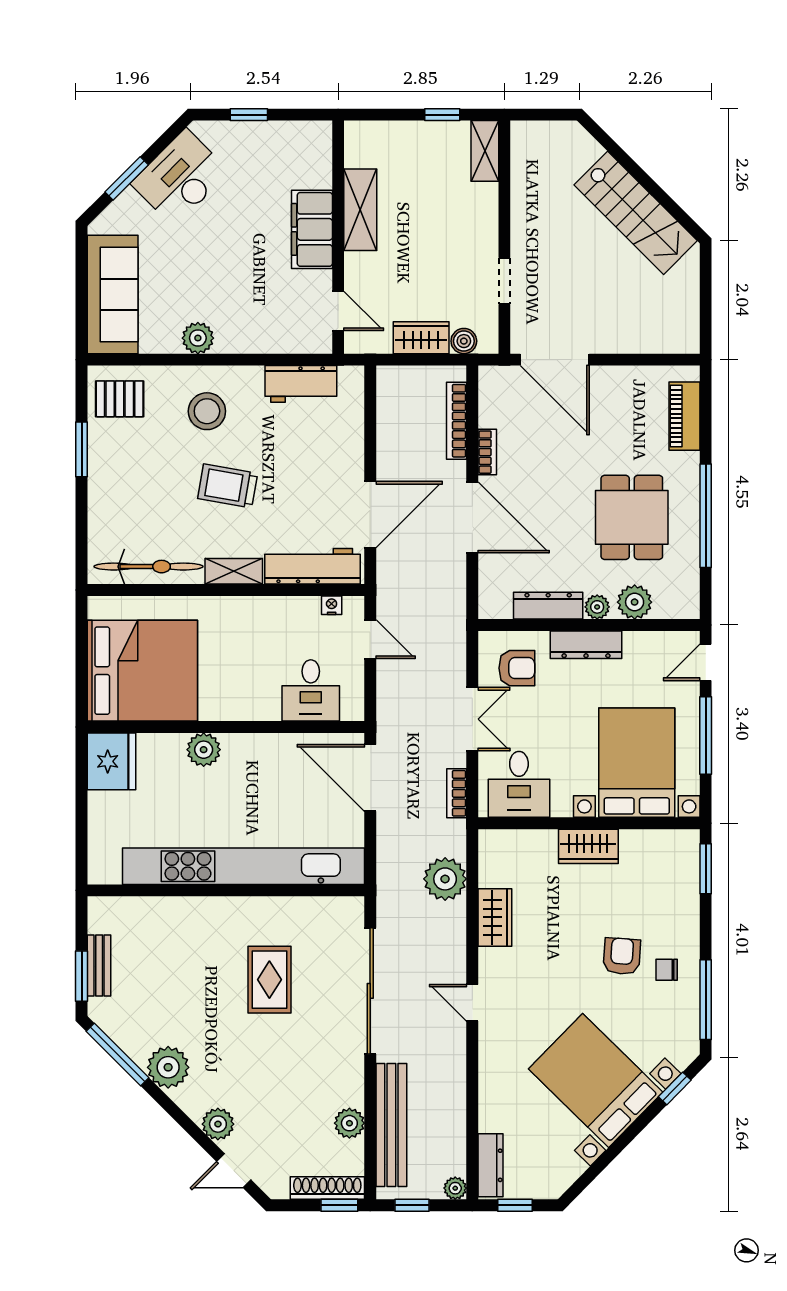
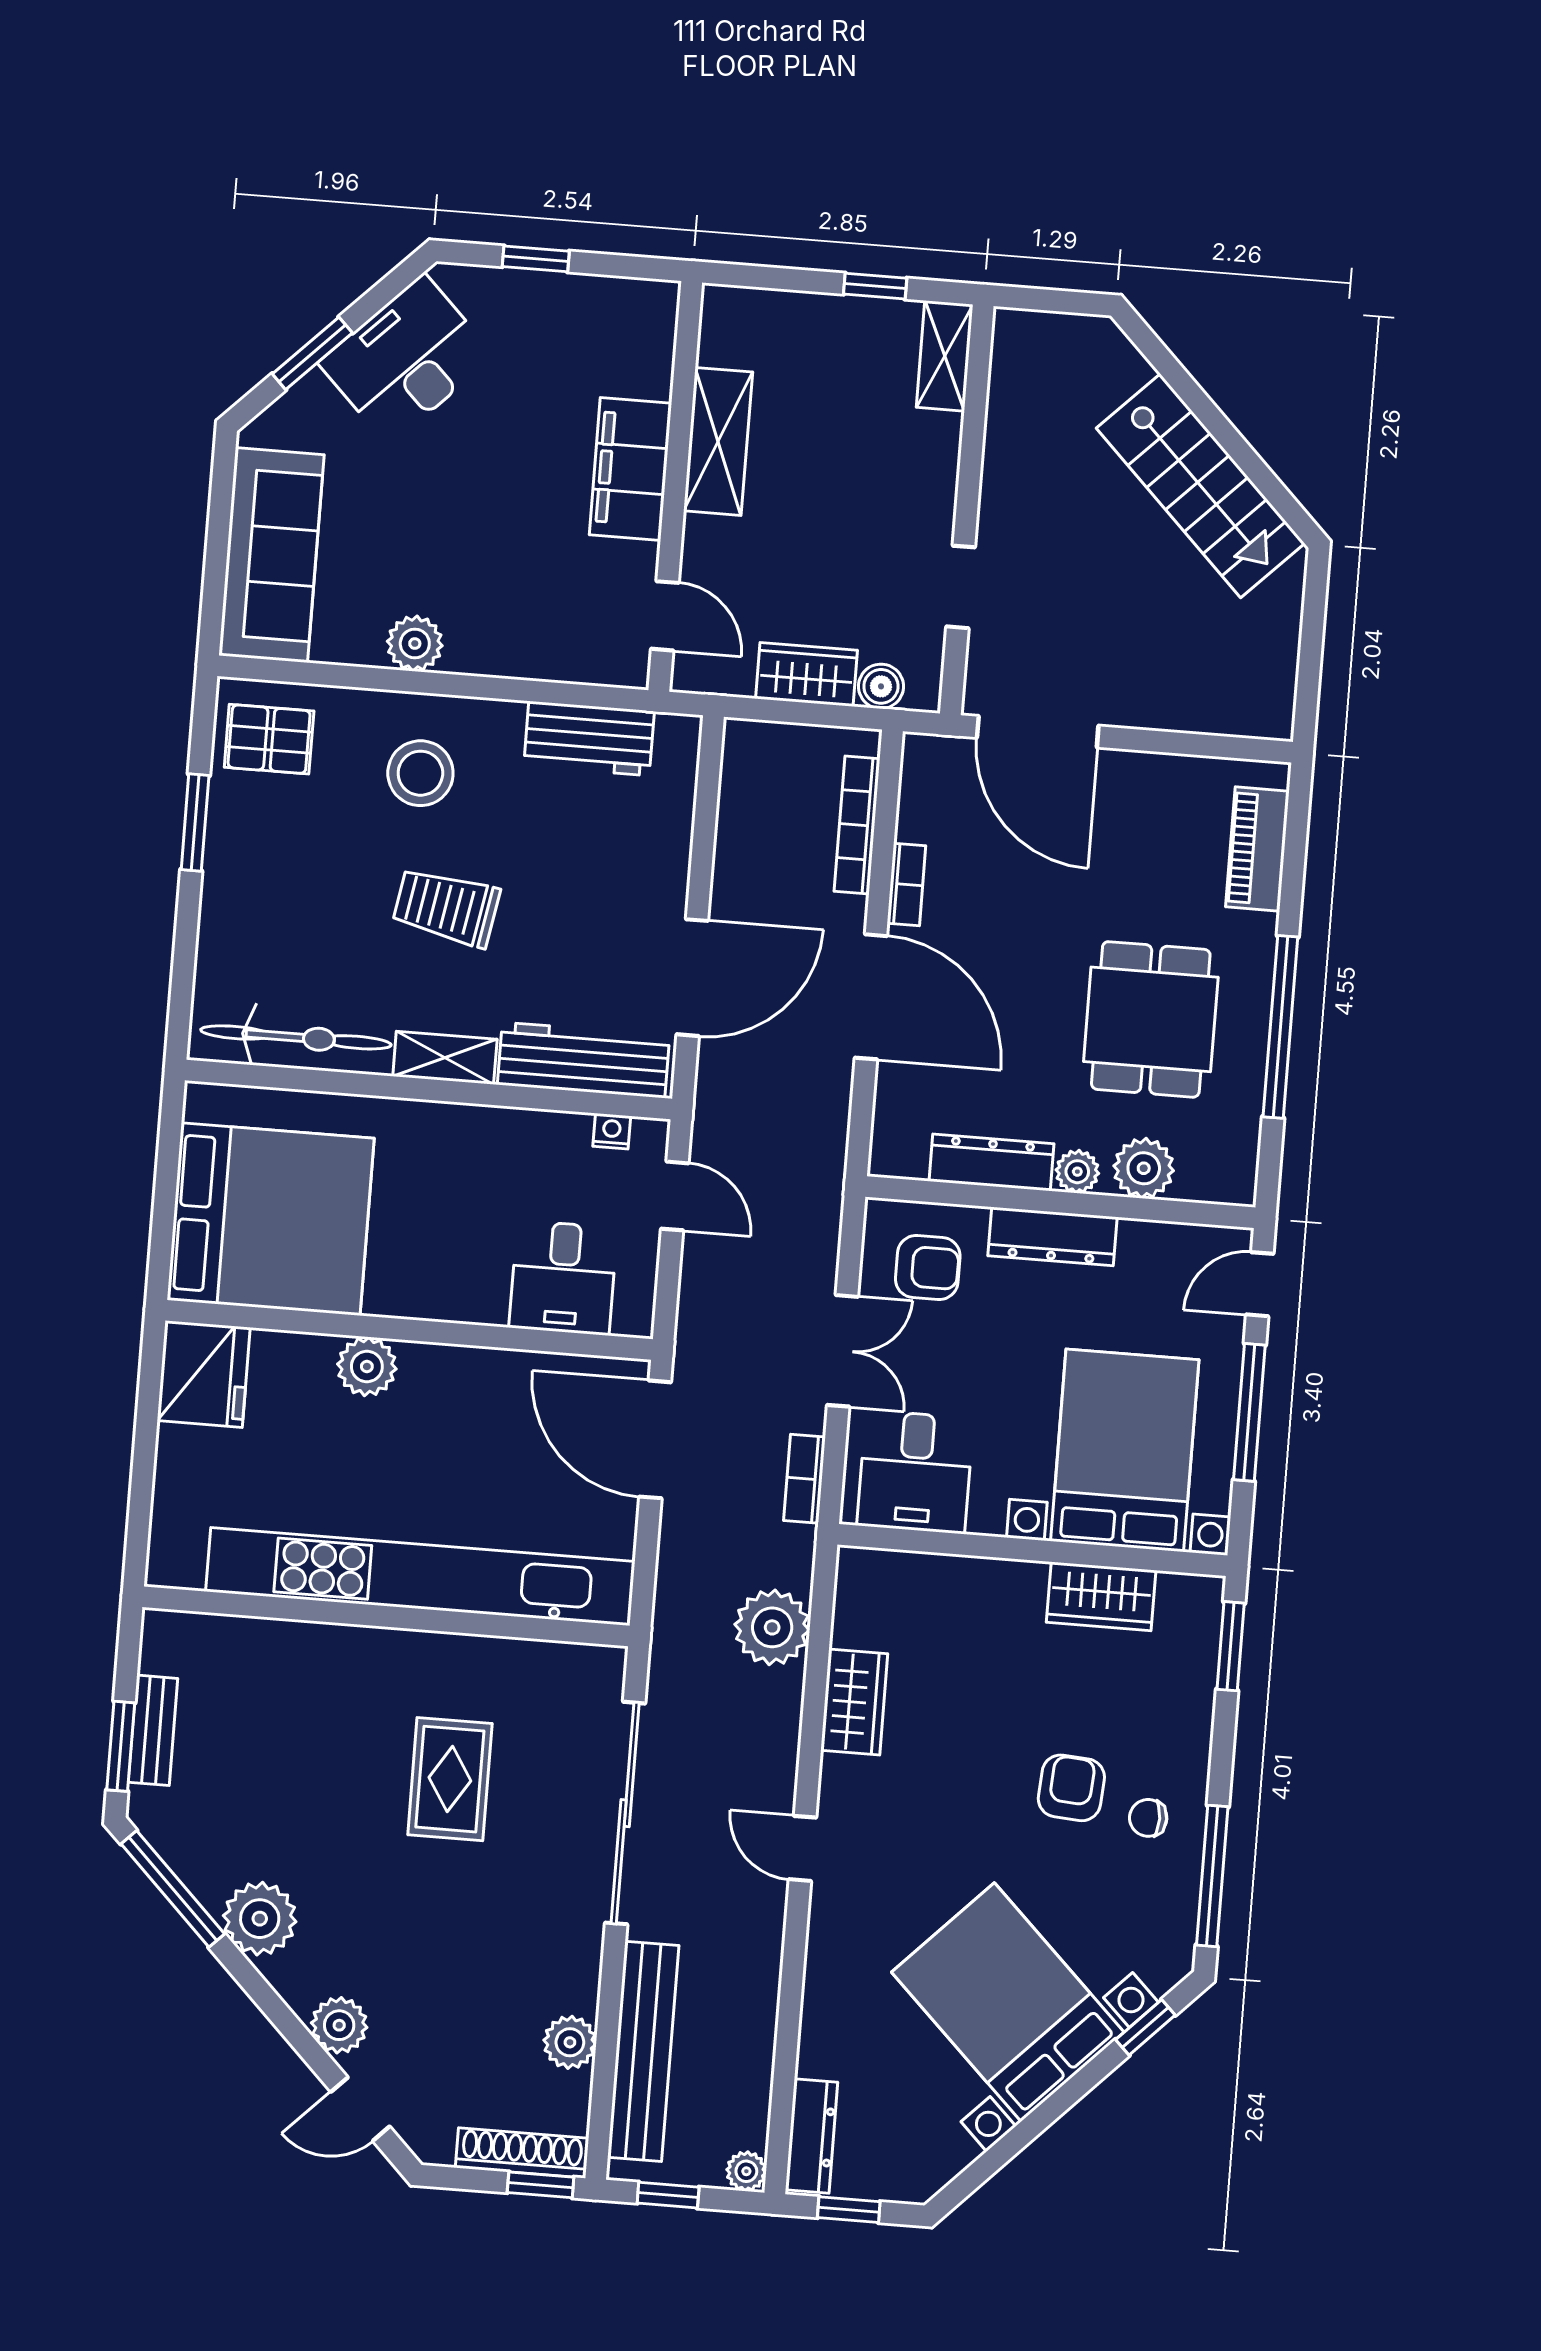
wardrobe: (588, 846) -> (1101, 1596), moved

